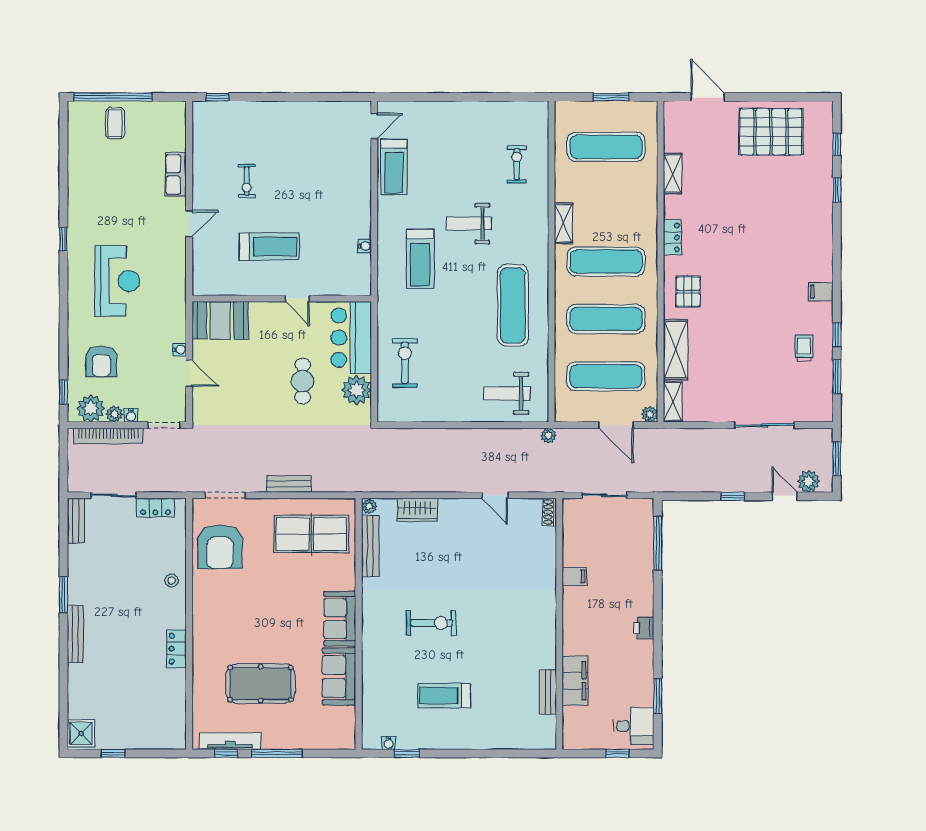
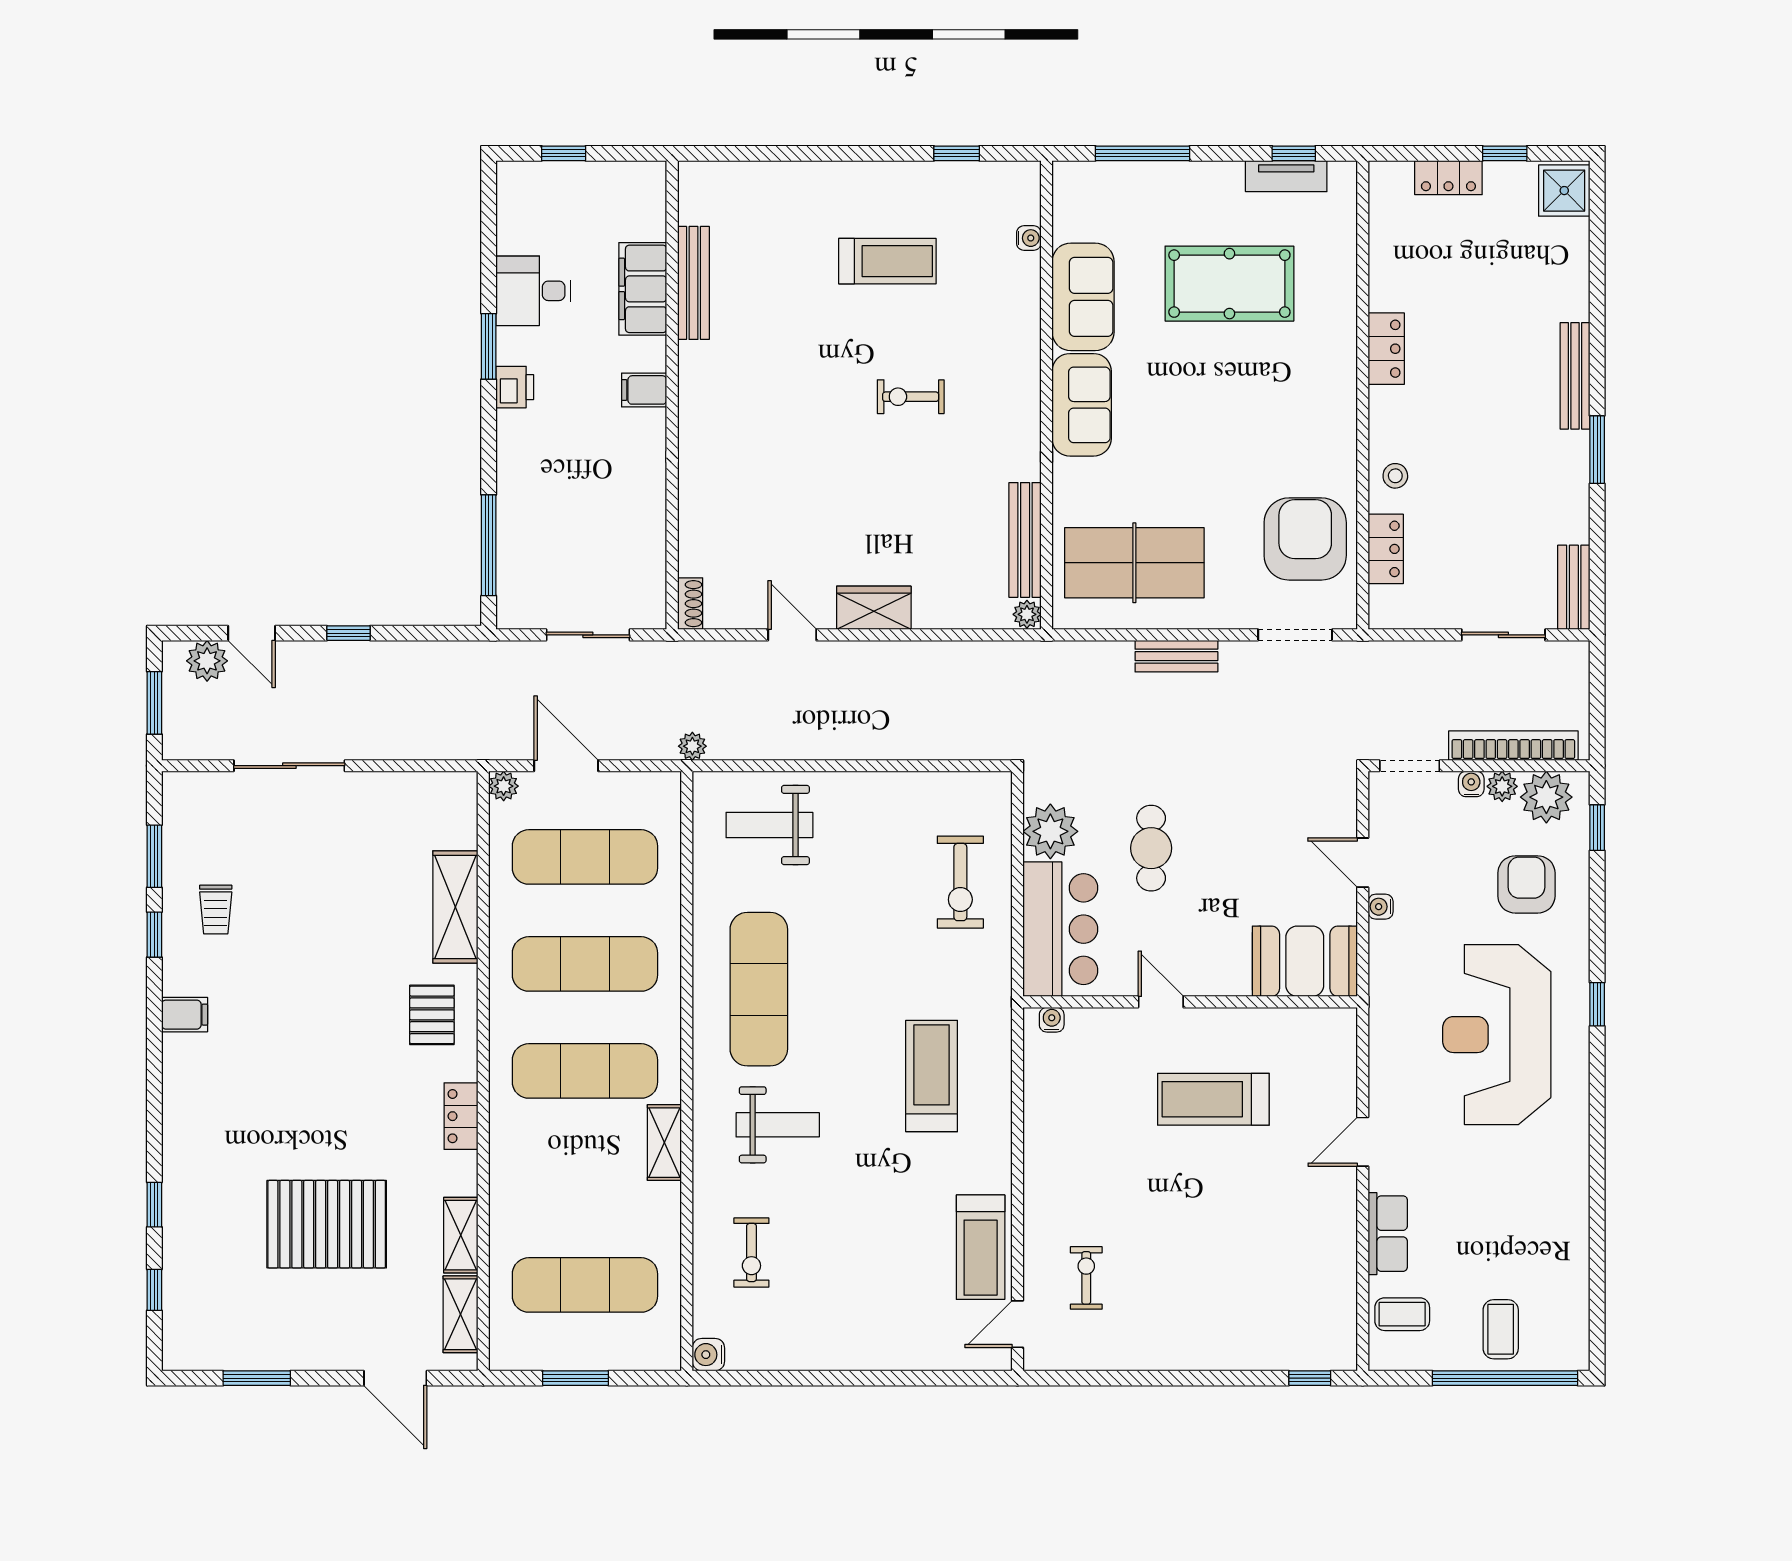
window: (782, 97) -> (257, 1378), added
water cooler: (540, 110) -> (708, 1355), added
coffee table: (168, 131) -> (1402, 1314), added
pallet: (771, 132) -> (327, 1224), moved
treadmill: (394, 167) -> (981, 1247), turned 180
exercise bike: (247, 181) -> (1086, 1278), moved
weight bench: (469, 224) -> (778, 1125), moved
window: (63, 239) -> (1597, 1004), moved
water cooler: (365, 246) -> (1052, 1020), moved, turned 90
reception desk: (117, 281) -> (1497, 1035), width x1.36, depth x1.30
weight bench: (507, 393) -> (769, 825), turned 180
shelving: (673, 402) -> (460, 1314), moved
locker: (155, 508) -> (1386, 549), moved, turned 90
wardrobe: (417, 510) -> (874, 608), moved
filing cabinet: (574, 576) -> (644, 390), moved
exercise bike: (431, 623) -> (911, 397), width x0.73, depth x0.72
bench: (548, 692) -> (693, 283), width x1.36
window: (658, 696) -> (489, 346), moved
desk: (634, 726) -> (533, 291), moved
locker: (143, 740) -> (1448, 178), added
tv unit: (230, 741) -> (1286, 176), width x0.71
water cooler: (389, 743) -> (1029, 238), moved, turned 90
window: (277, 753) -> (1142, 153), moved

